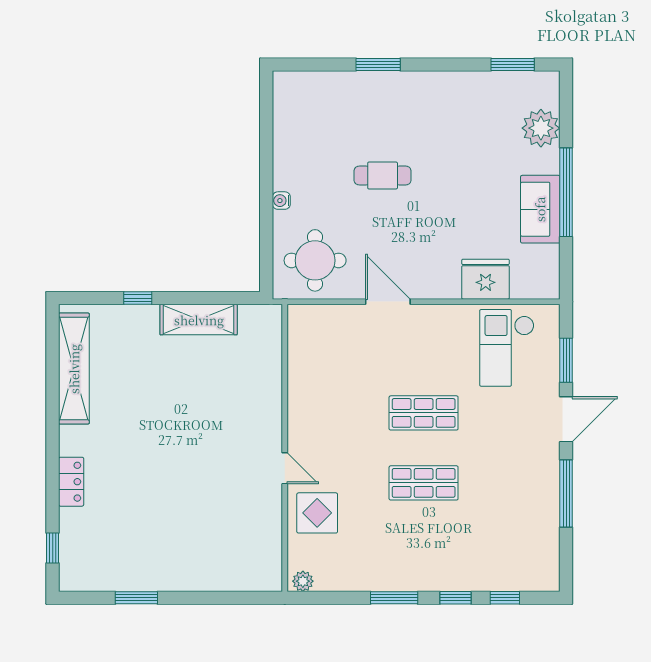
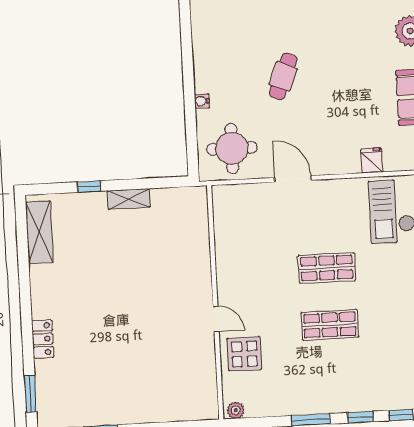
cafe table: (383, 176) -> (283, 76), turned -68
fridge: (486, 279) -> (372, 160), width x0.53, depth x0.75
shelving: (199, 320) -> (129, 199), width x0.67, depth x0.75
shelving: (74, 369) -> (39, 232), width x0.68
window: (53, 548) -> (30, 394), width x1.50

